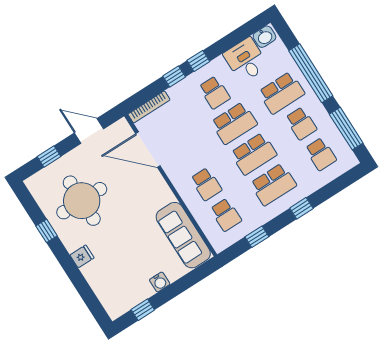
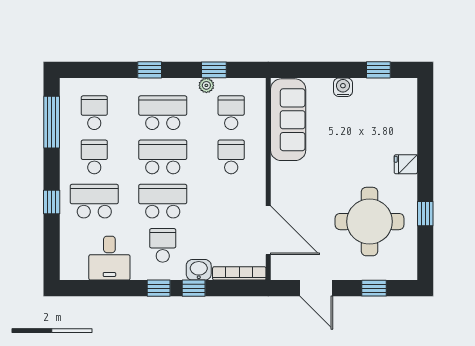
washbasin: (264, 37) -> (199, 270), moved
window: (311, 73) -> (52, 202), width x0.32
plant: (255, 223) -> (206, 85), added

